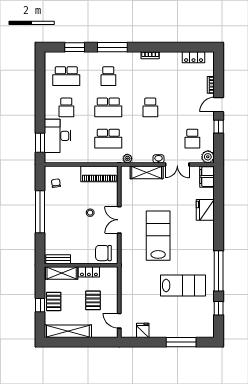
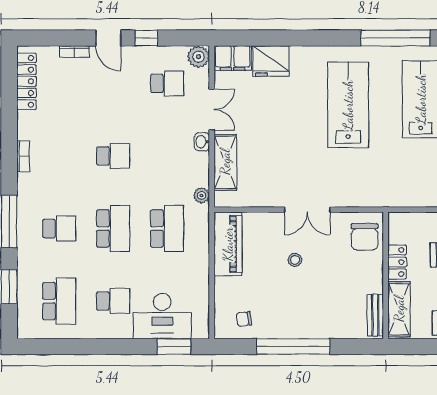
locker: (194, 57) -> (27, 81), width x1.53
fridge: (205, 210) -> (271, 61), moved
lab bench: (158, 236) -> (348, 105), moved, turned 90

